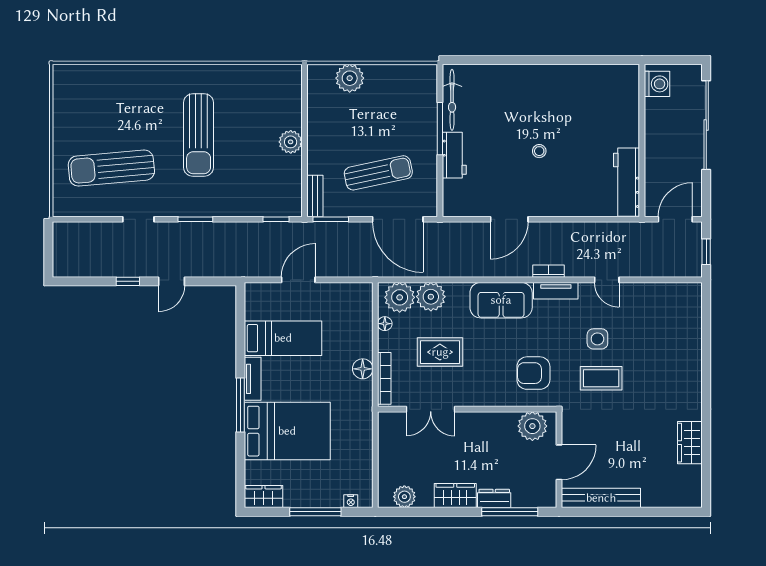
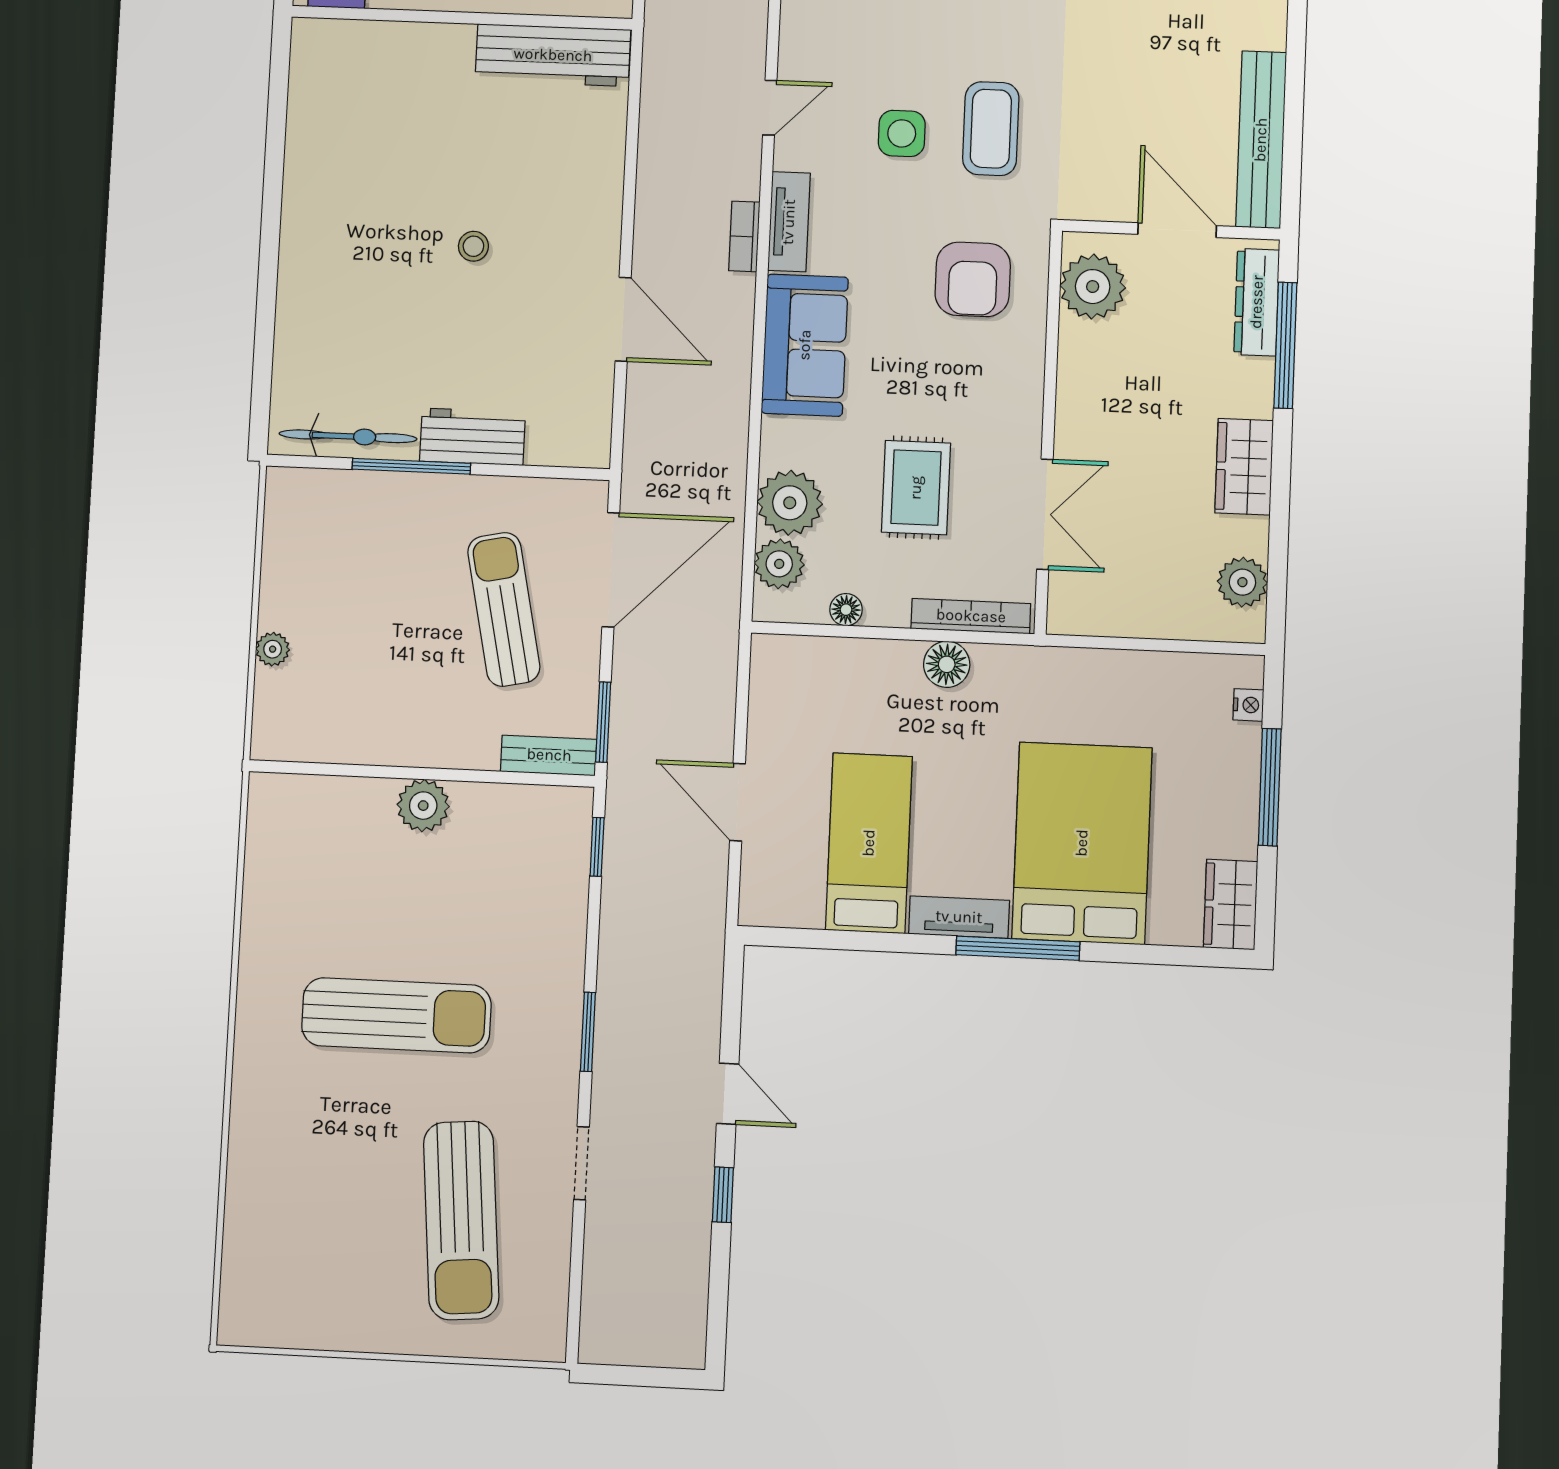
plant: (350, 78) -> (273, 649), width x0.53, depth x0.53
plant: (400, 297) -> (779, 564), width x0.73, depth x0.73
dresser: (494, 498) -> (1257, 302), moved, width x1.44

